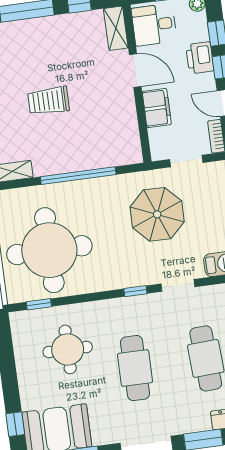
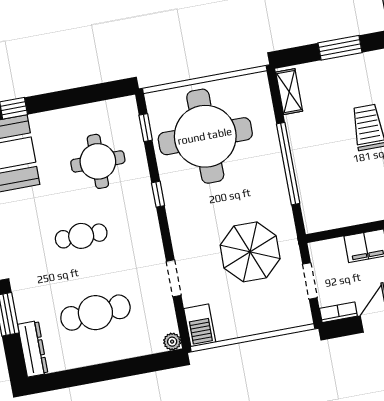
window: (135, 291) -> (158, 194), moved
cafe table: (135, 368) -> (81, 236), width x0.73, depth x0.74

